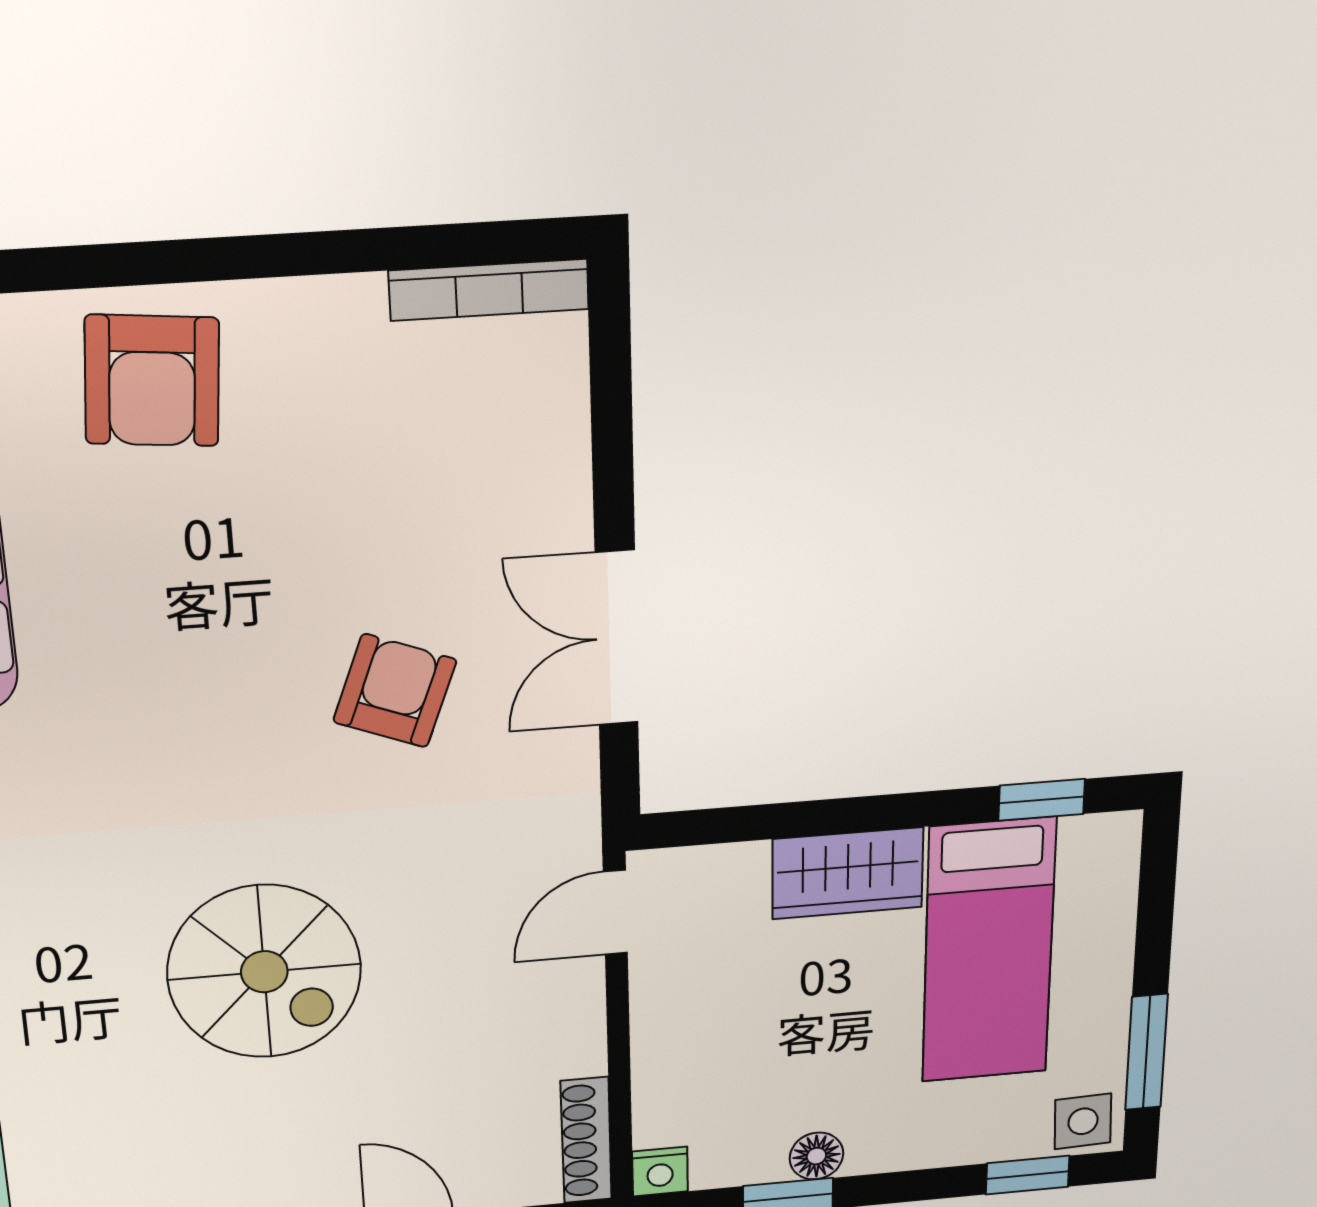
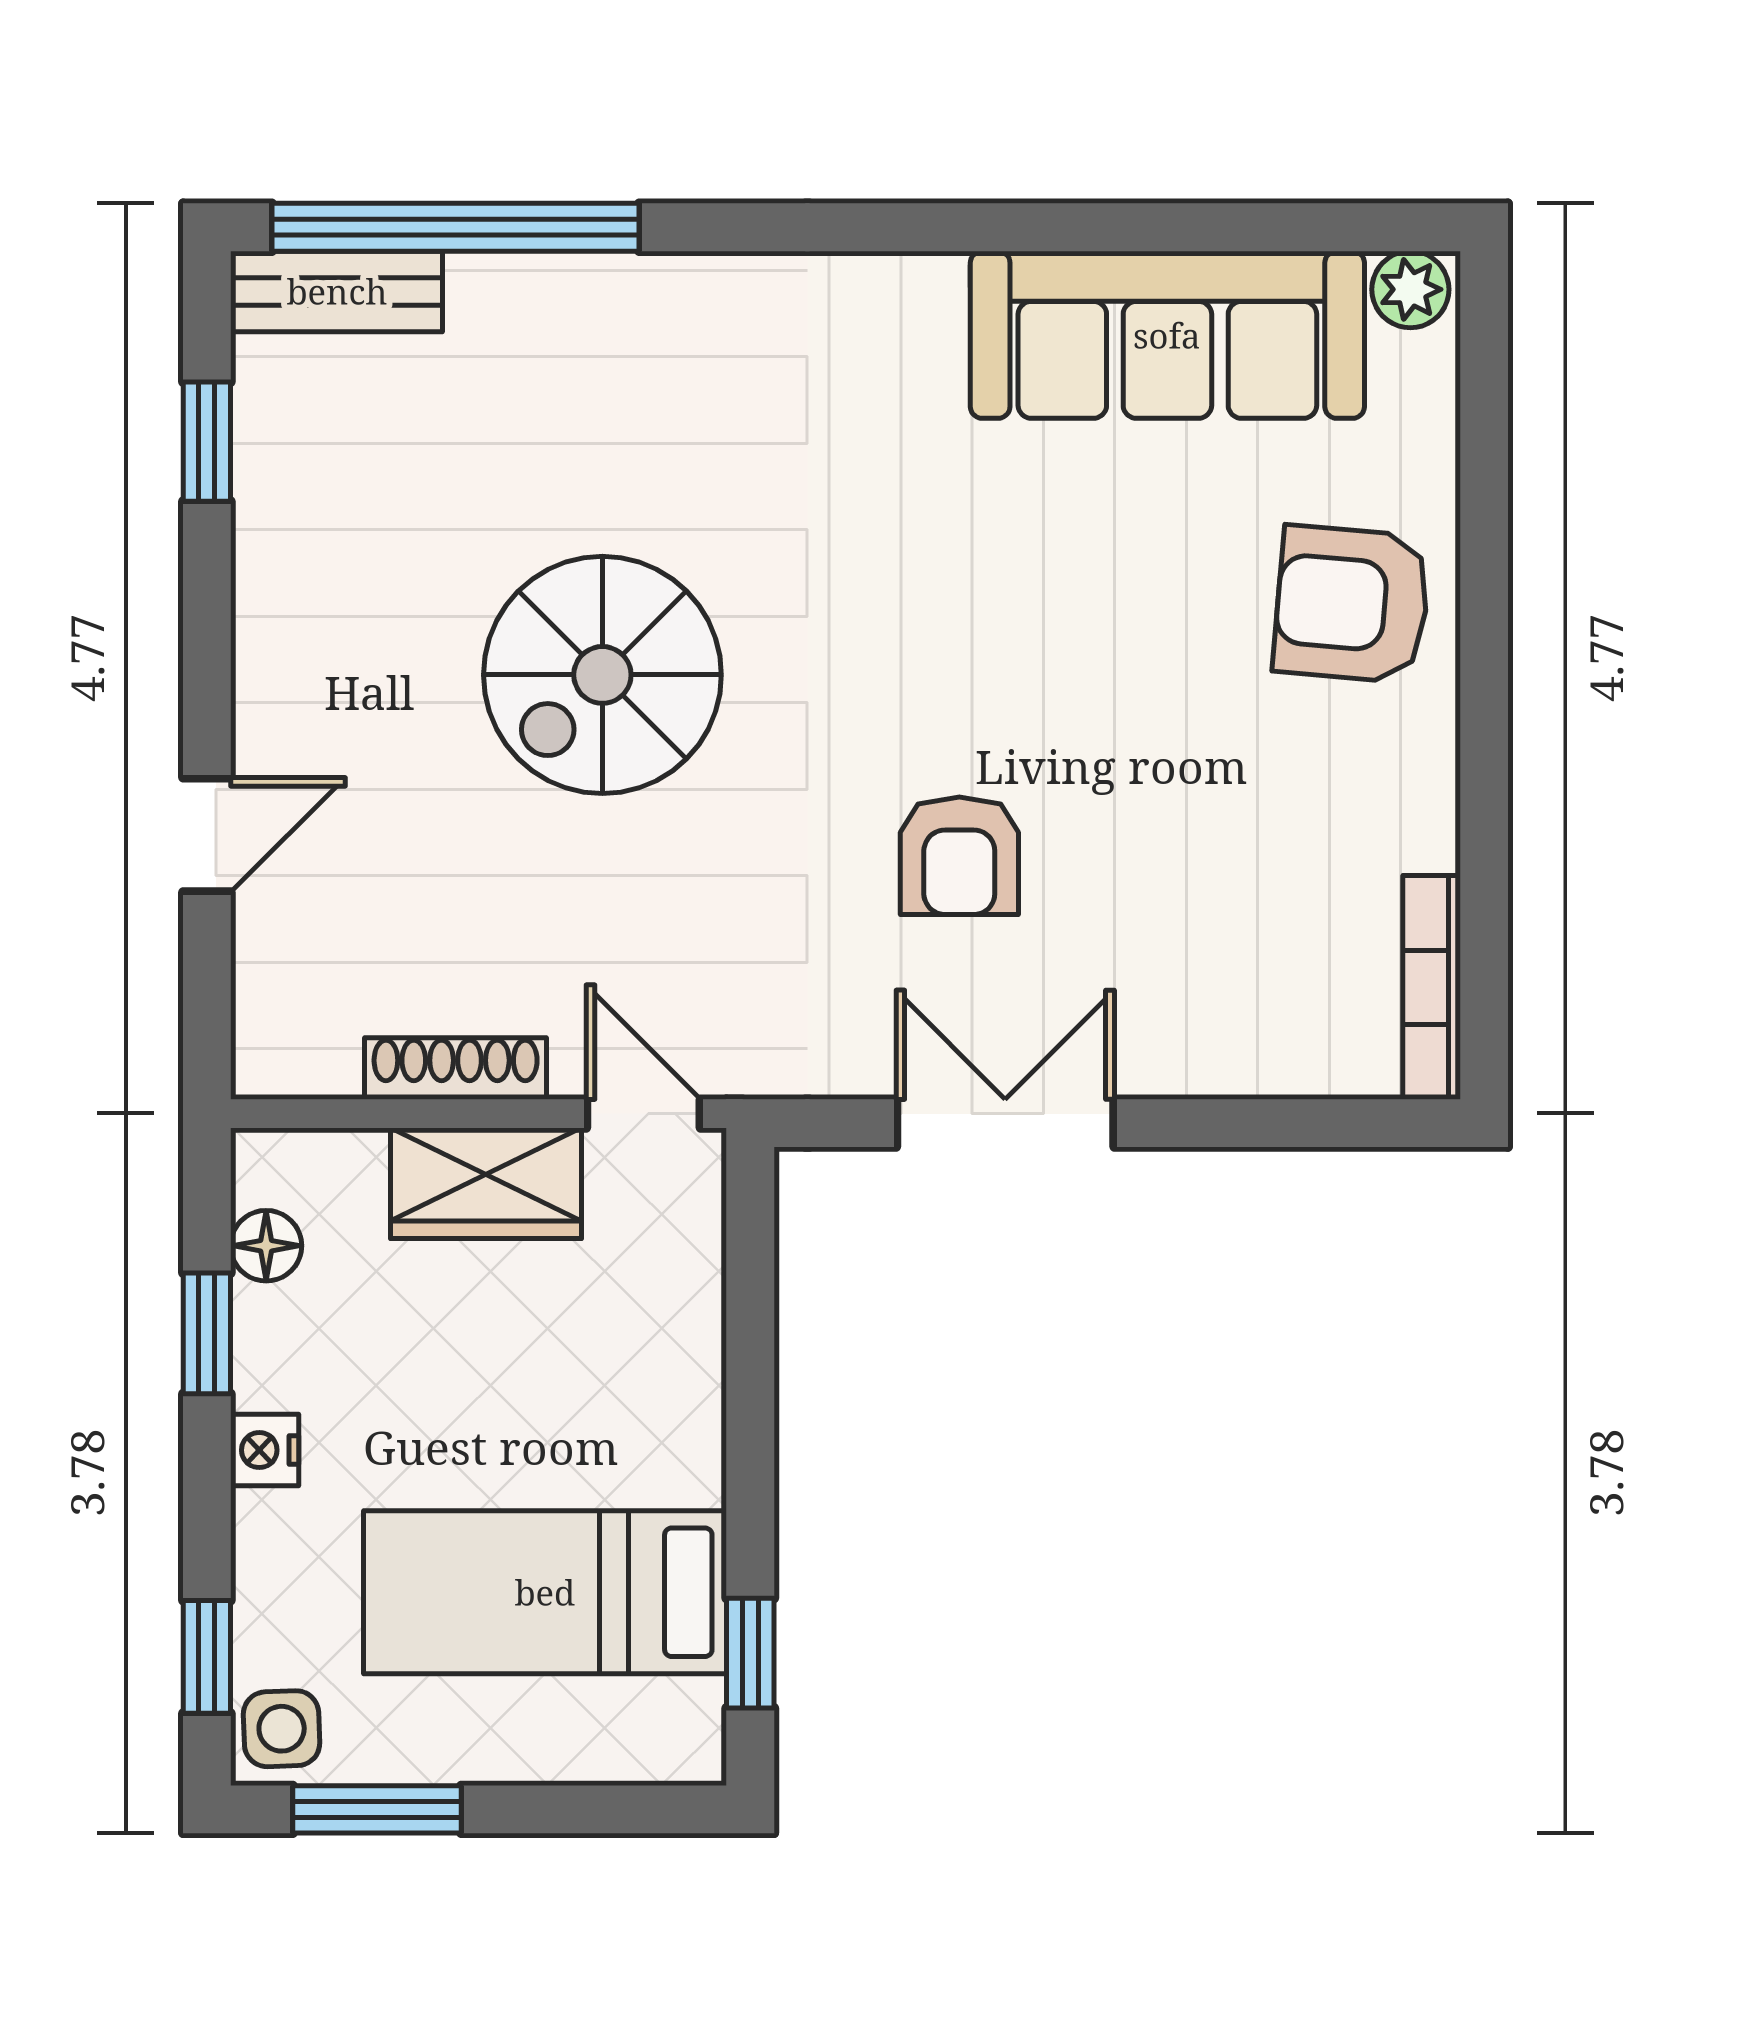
armchair: (395, 691) -> (959, 856), turned 69
wardrobe: (848, 873) -> (486, 1183), moved, turned -90
shoe rack: (586, 1140) -> (456, 1068), moved
floor lamp: (816, 1156) -> (266, 1246), moved
nightstand: (660, 1172) -> (265, 1450), moved

